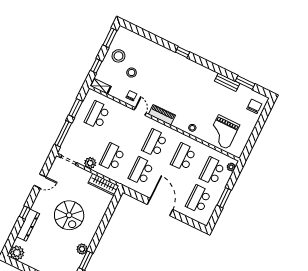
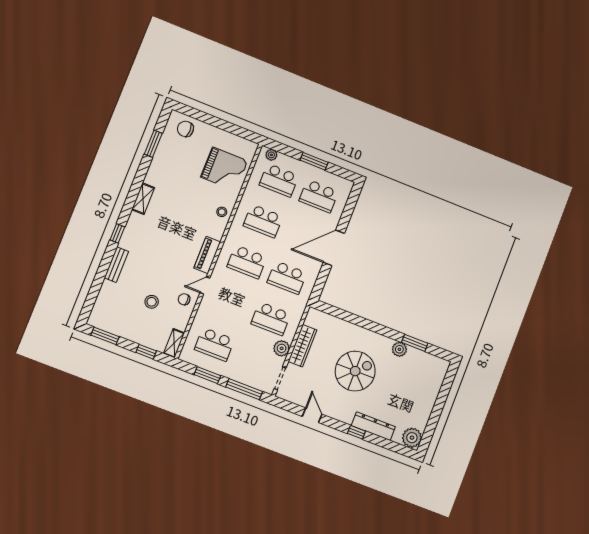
stool: (118, 56) -> (130, 322), removed
shelving: (206, 72) -> (143, 199), added
bench: (227, 82) -> (116, 265), moved
wardrobe: (103, 185) -> (302, 346), moved

